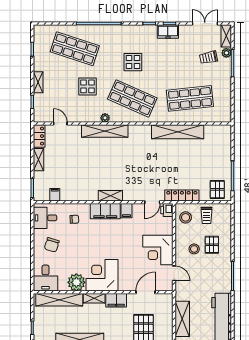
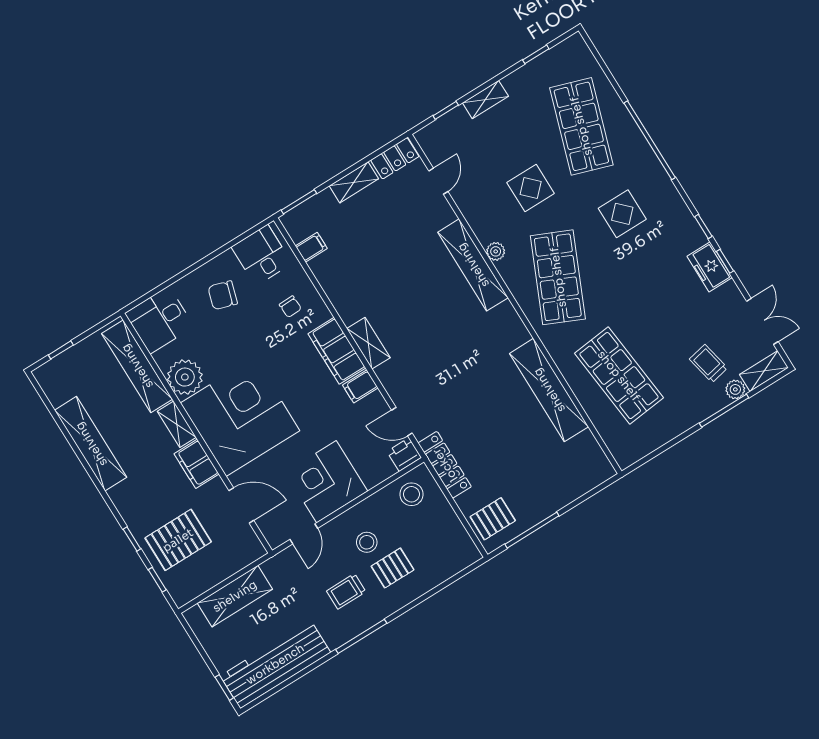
display table: (133, 62) -> (622, 214), moved
trolley: (206, 215) -> (346, 591), moved
corner desk: (102, 275) -> (240, 417), width x1.36, depth x1.36

